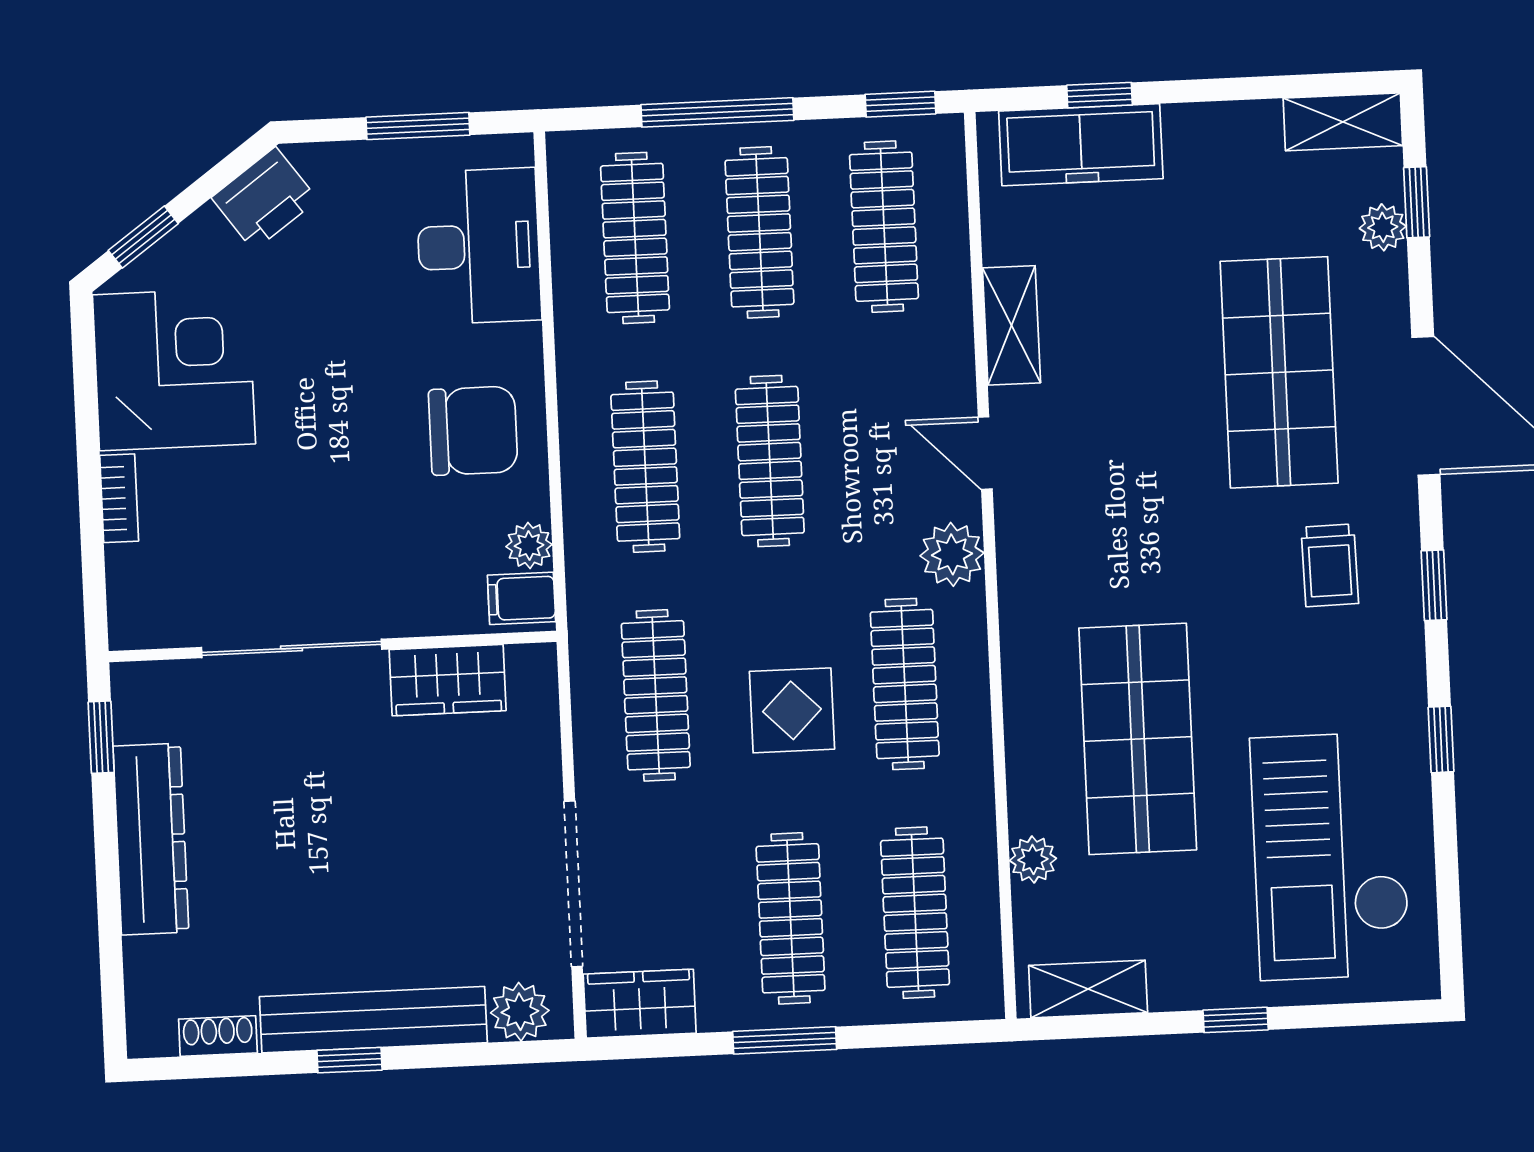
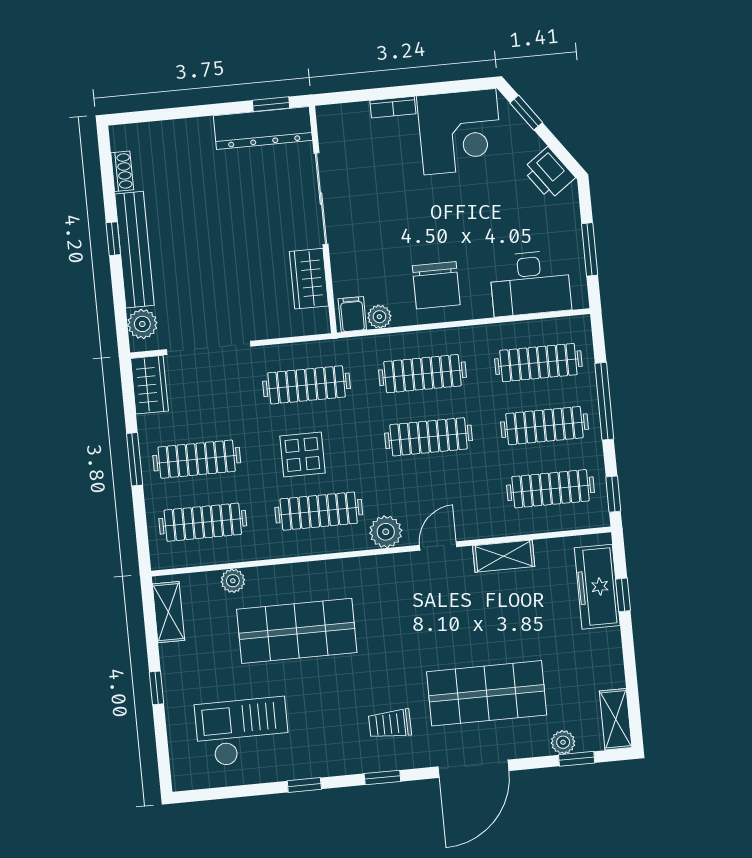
dresser: (151, 839) -> (263, 128), moved
checkout: (1331, 856) -> (242, 732), width x0.73, depth x0.83

